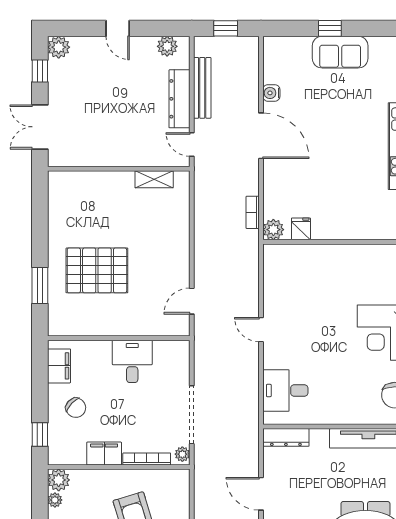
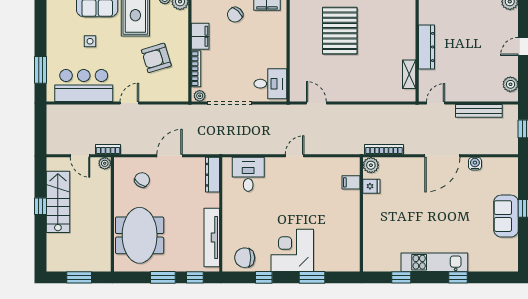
dresser: (179, 99) -> (426, 47), moved, turned 90
bookcase: (253, 212) -> (384, 149), width x1.56
filing cabinet: (296, 256) -> (351, 182), added
desk: (132, 361) -> (270, 84), moved

